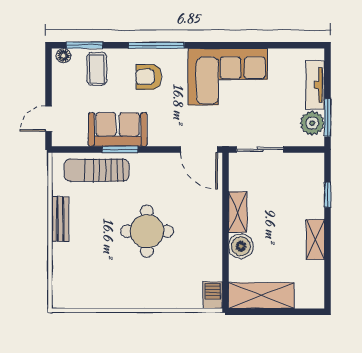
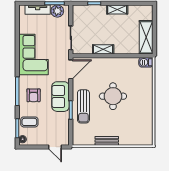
sofa: (118, 129) -> (61, 97), moved
sun lounger: (97, 170) -> (83, 106), moved
boiler: (241, 246) -> (121, 48), removed

